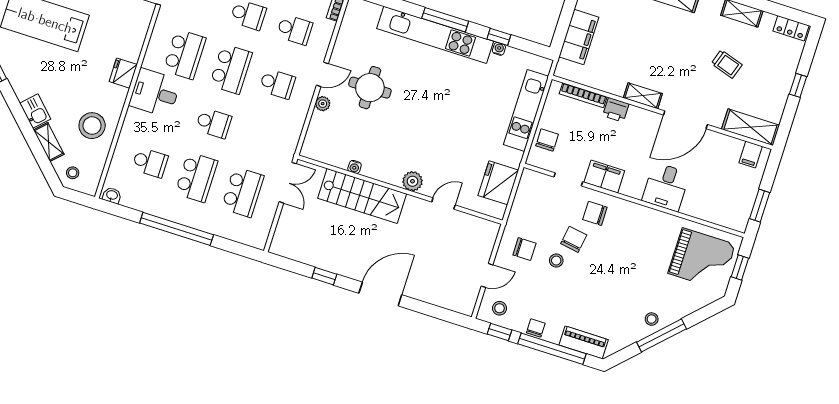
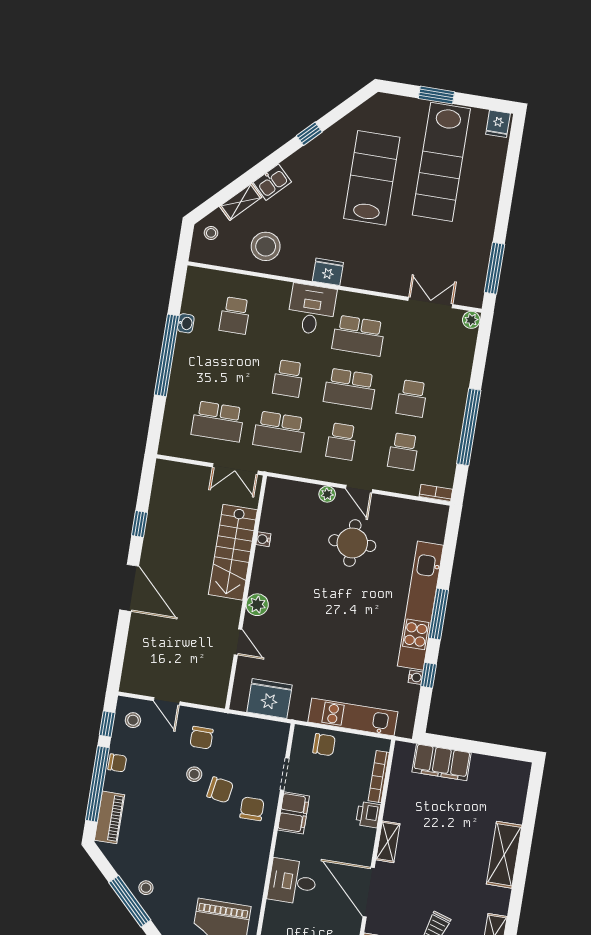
school desk: (196, 177) -> (280, 431), moved
washbasin: (112, 195) -> (186, 323), moved

